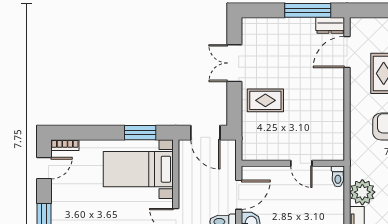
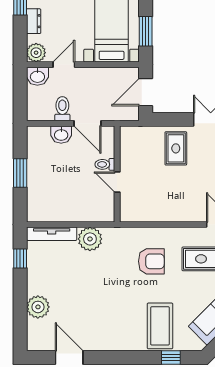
door: (301, 163) -> (117, 182), hinge flipped
toilet: (338, 176) -> (105, 164), moved

